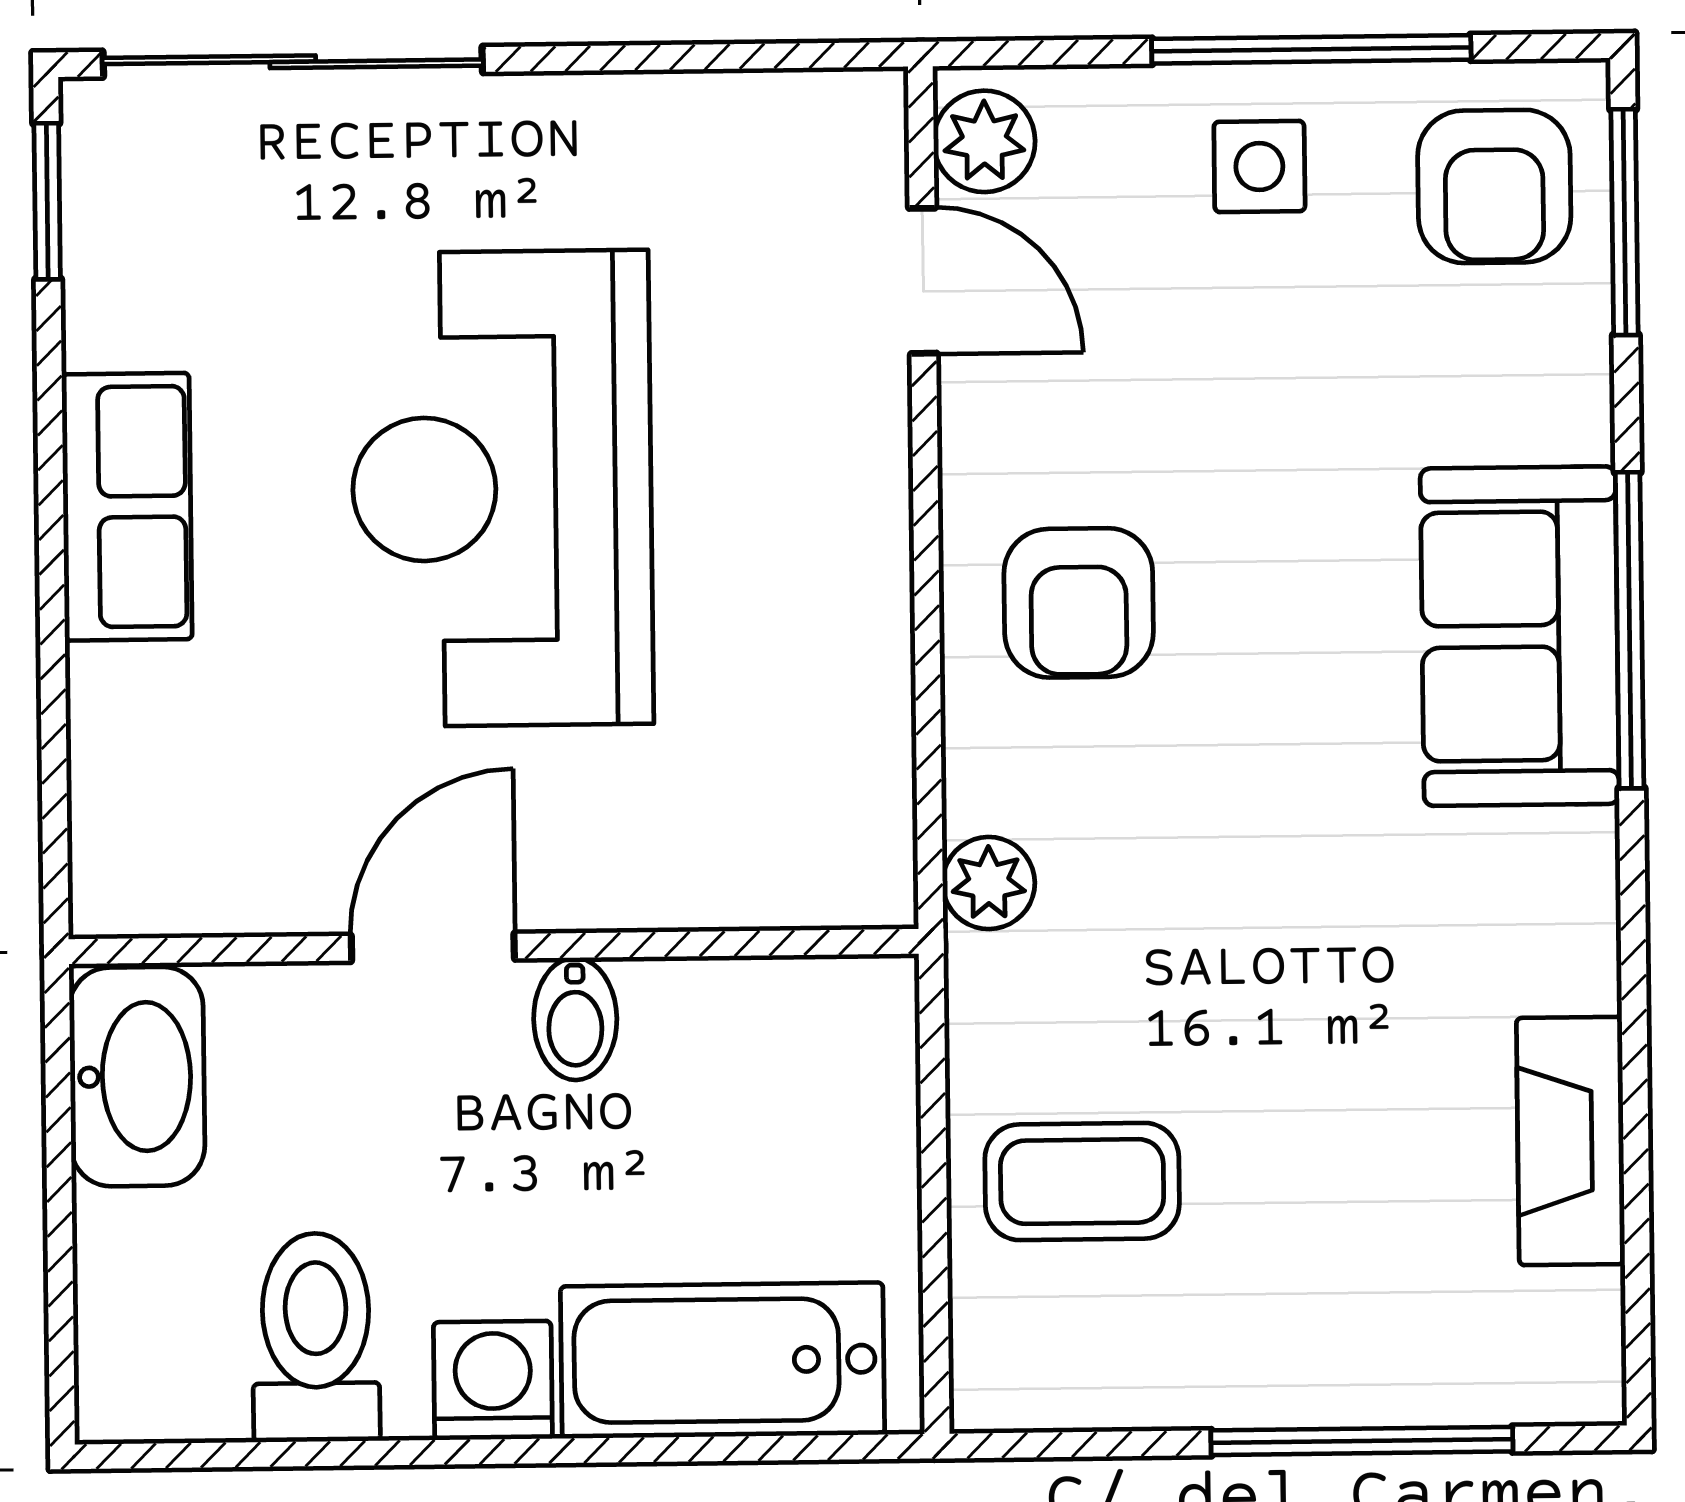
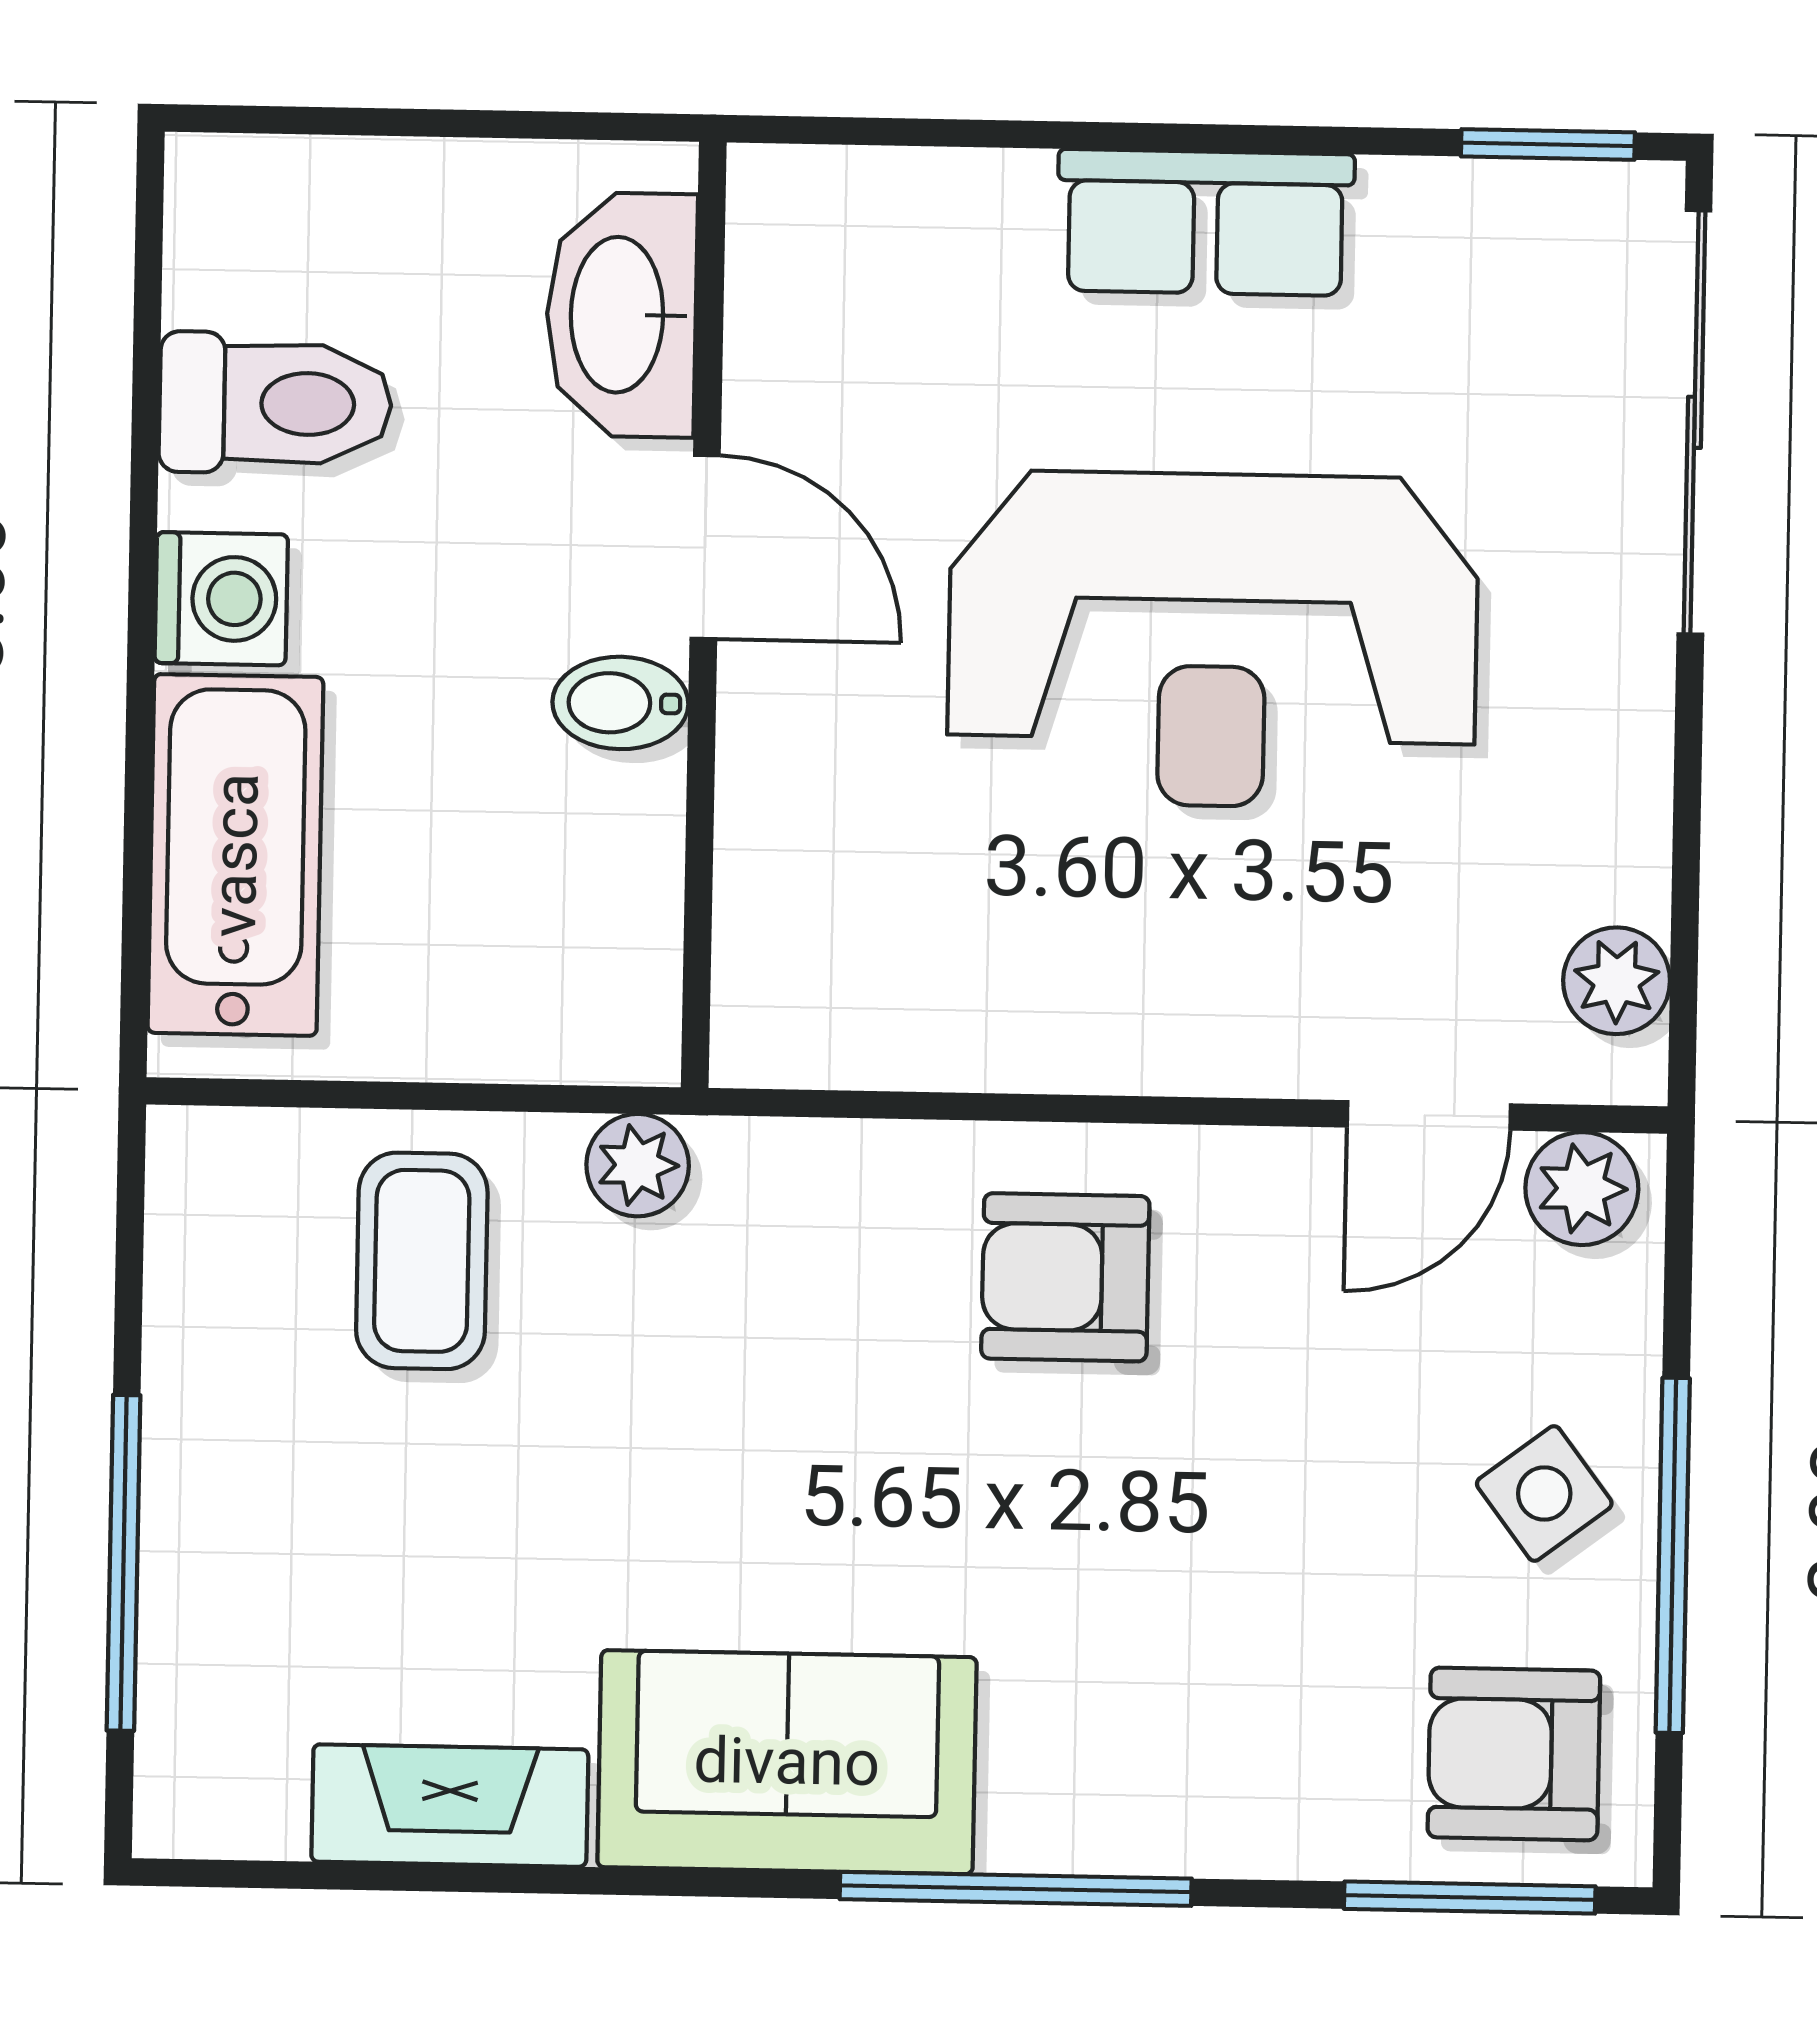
plant: (797, 116) -> (1617, 981), added
side table: (1259, 166) -> (1544, 1494), turned -37
reception desk: (502, 488) -> (1213, 640), turned 180
sofa: (1520, 636) -> (787, 1762), moved
plant: (989, 883) -> (638, 1165), moved
washbasin: (137, 1077) -> (621, 315), moved, turned 90

